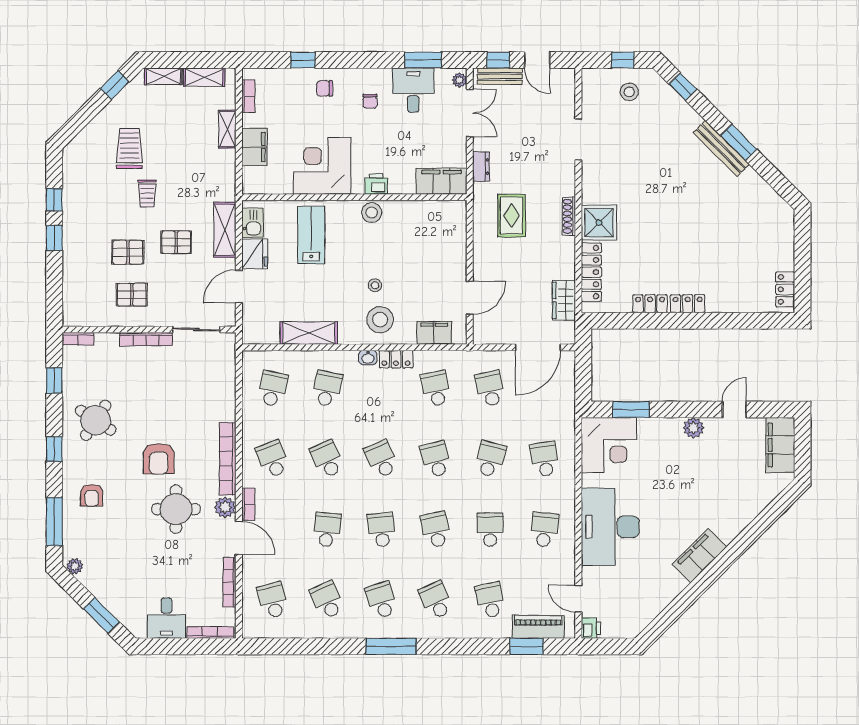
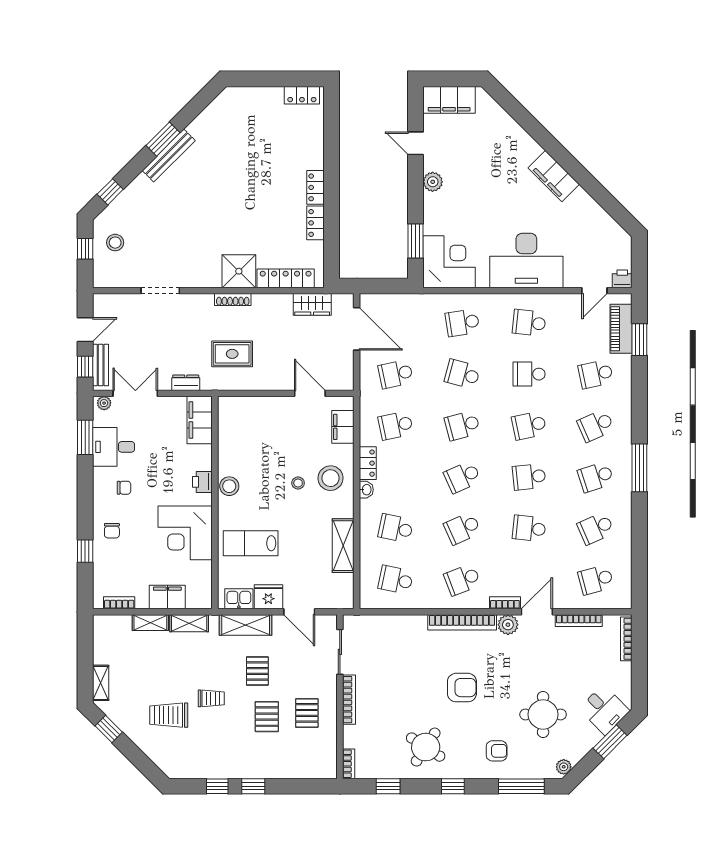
shelving: (204, 77) -> (189, 623), moved, turned 90
round table: (176, 509) -> (543, 714), moved
desk: (166, 618) -> (604, 710), moved, turned 45

